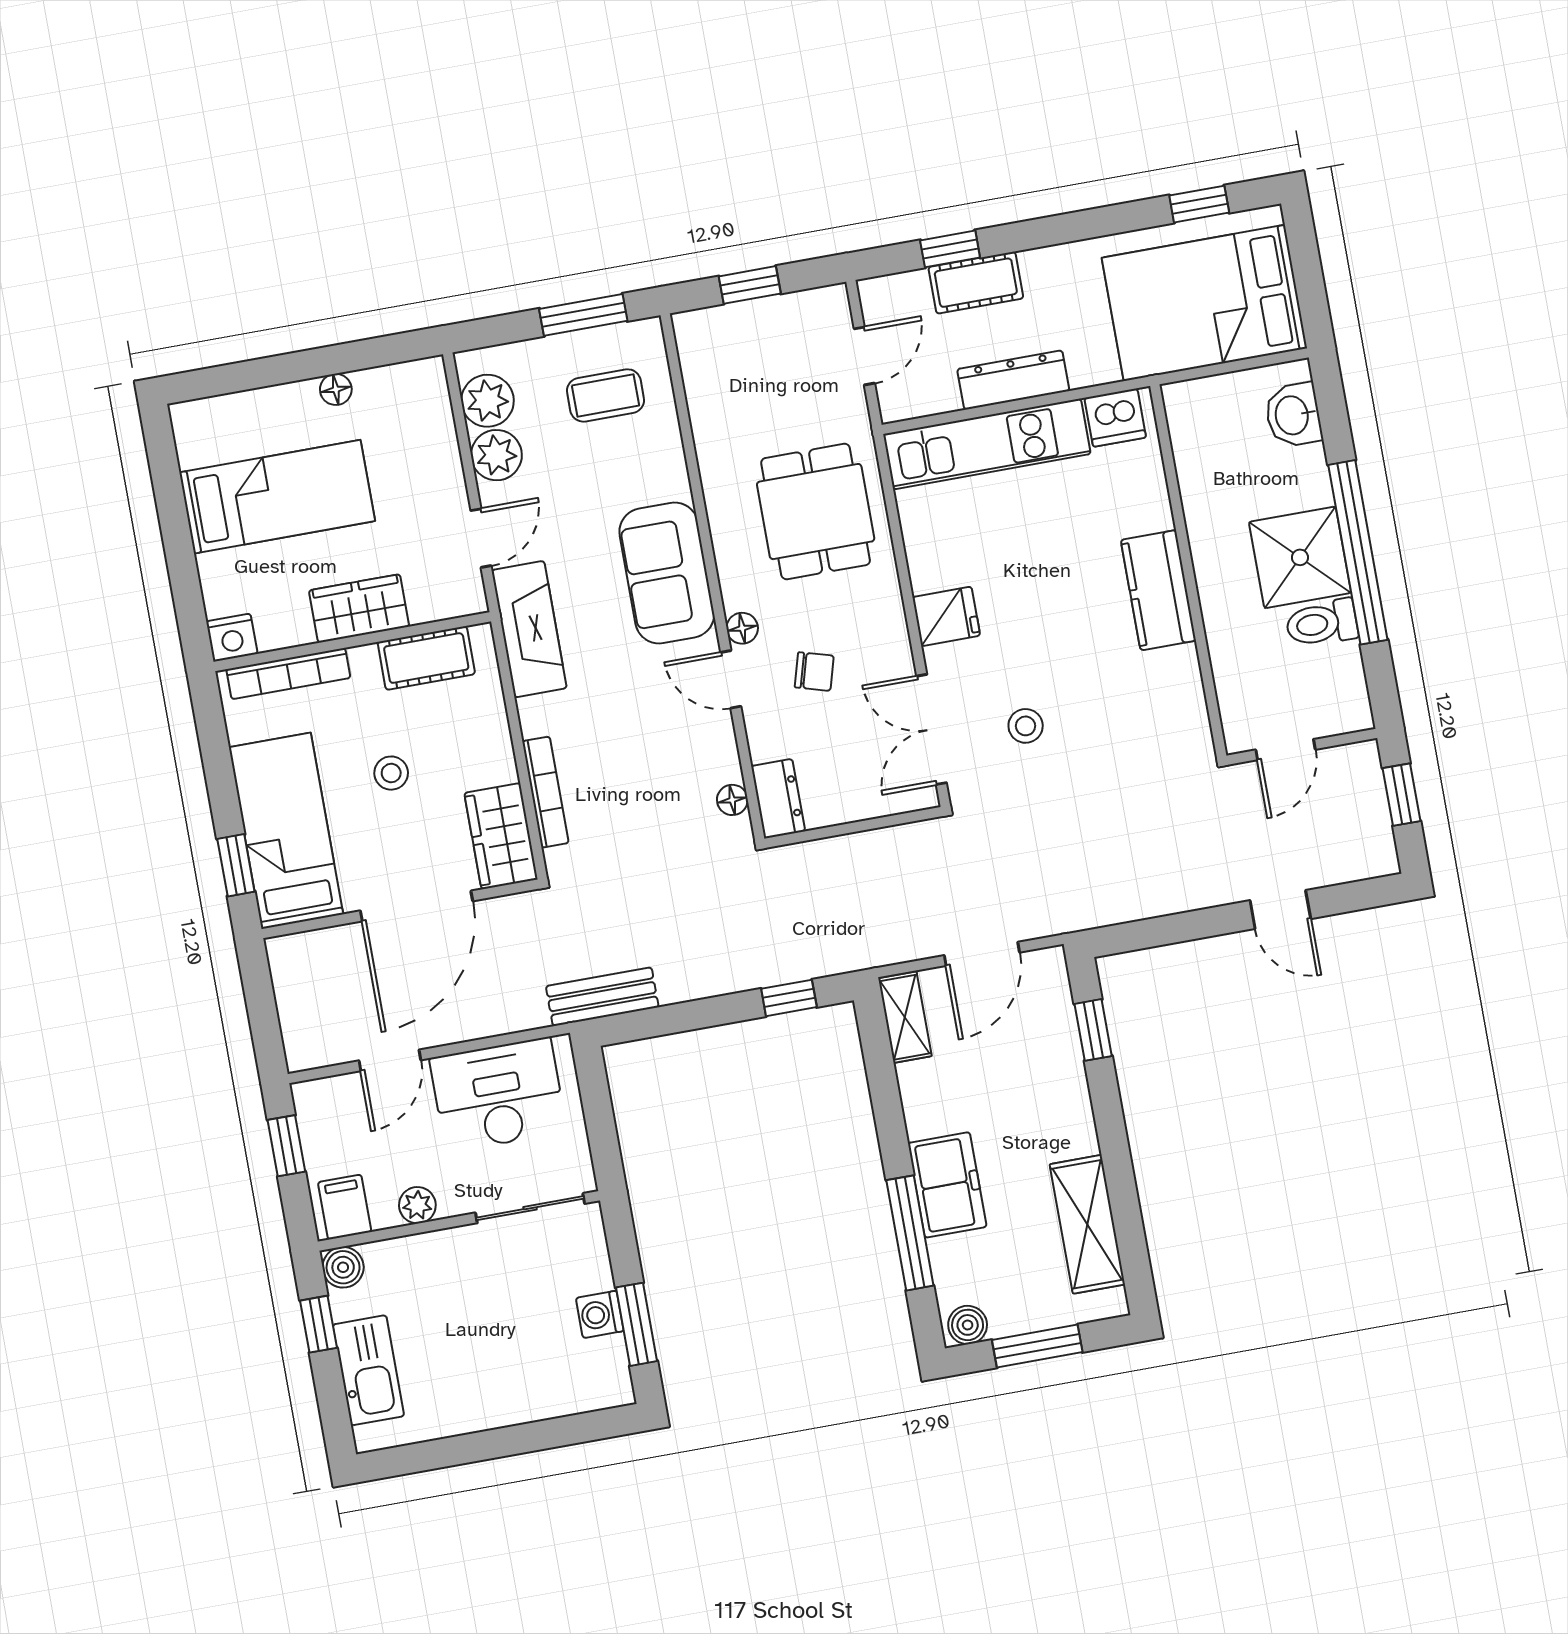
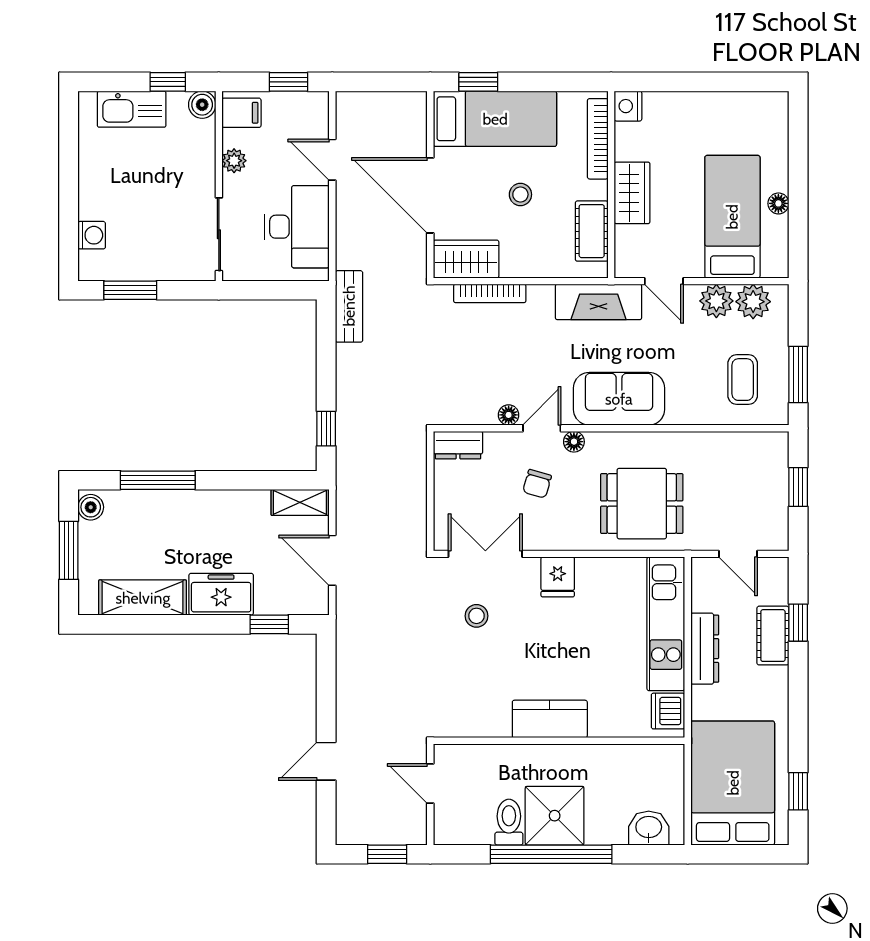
bed: (277, 497) -> (732, 217), moved, turned 180
floor lamp: (732, 800) -> (509, 415), moved
freezer: (947, 1185) -> (221, 594), moved, turned 180
washing machine: (600, 1314) -> (92, 235), moved, turned 90

